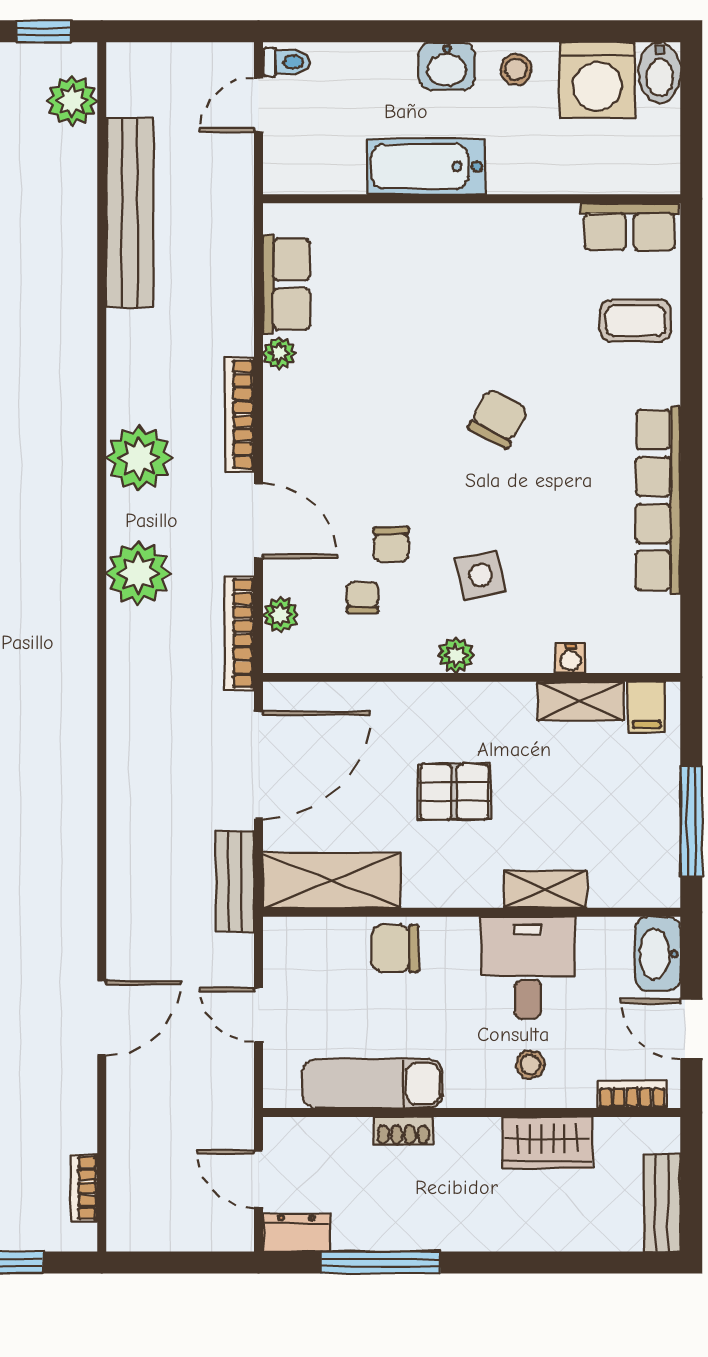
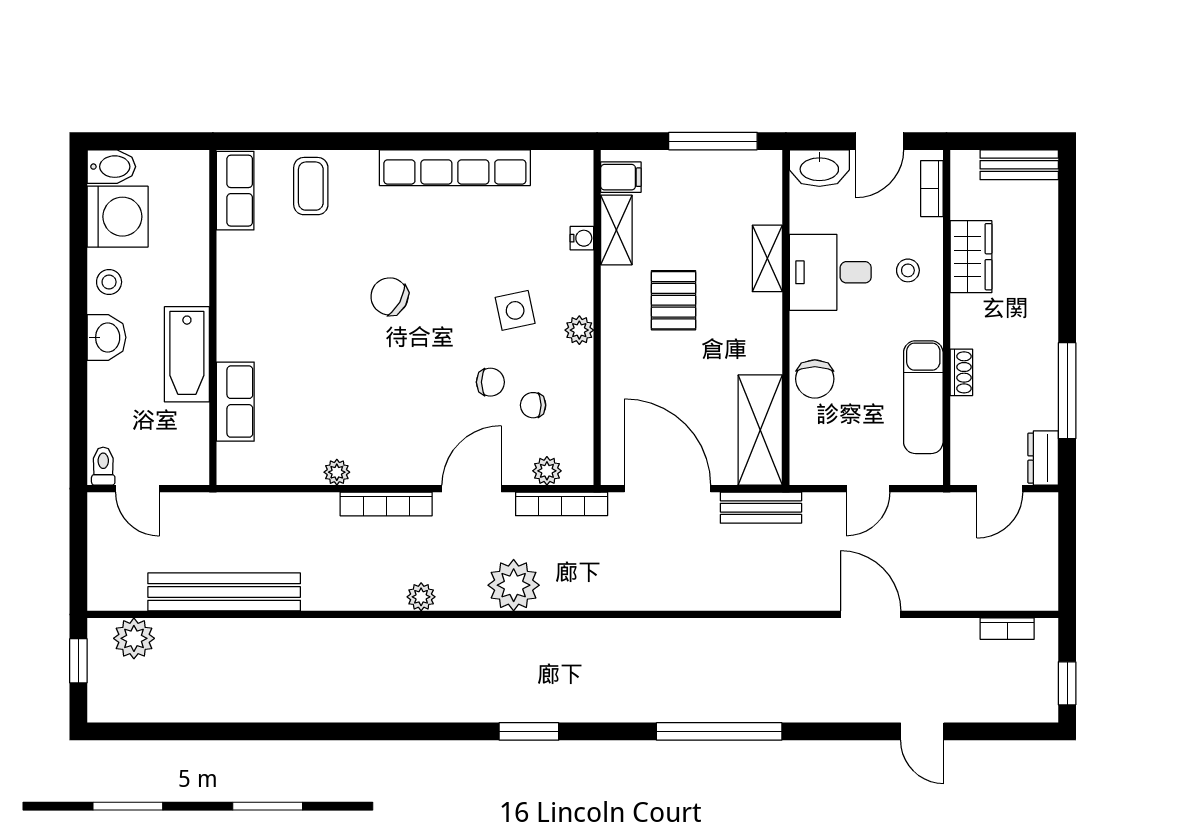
row of seats: (286, 284) -> (235, 402), moved, turned 90
plant: (139, 458) -> (421, 597), width x0.53, depth x0.53
pallet: (454, 792) -> (674, 300), moved

